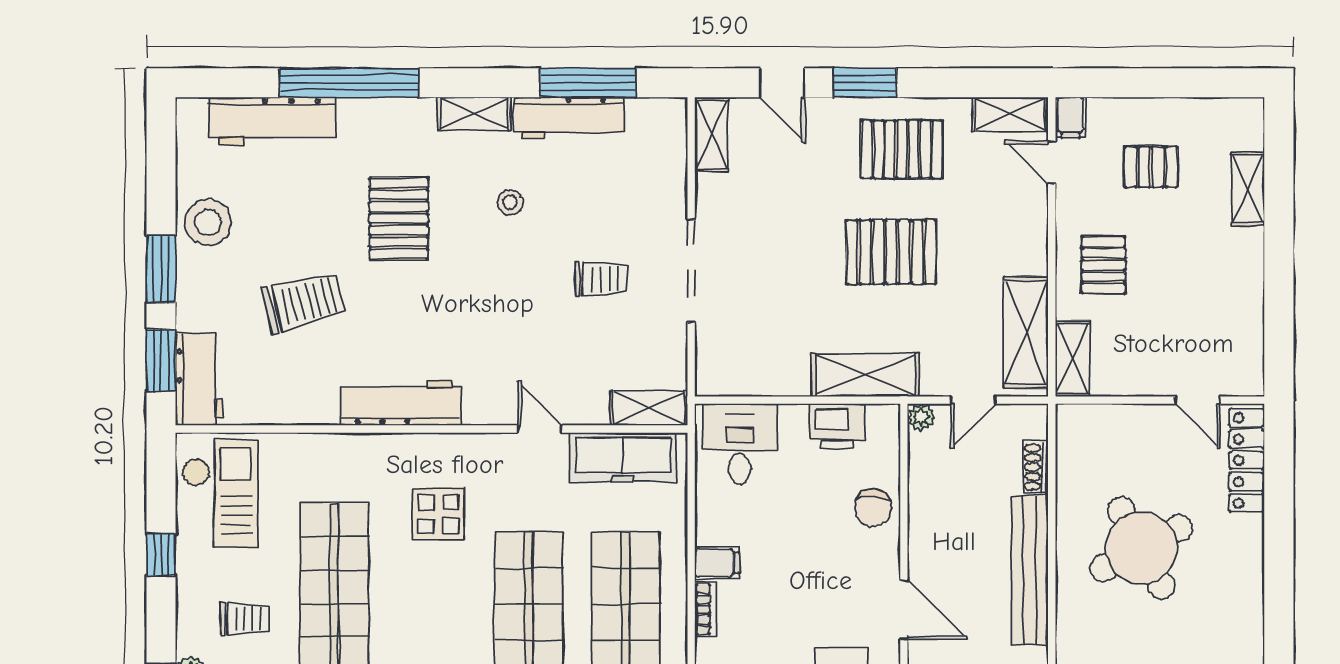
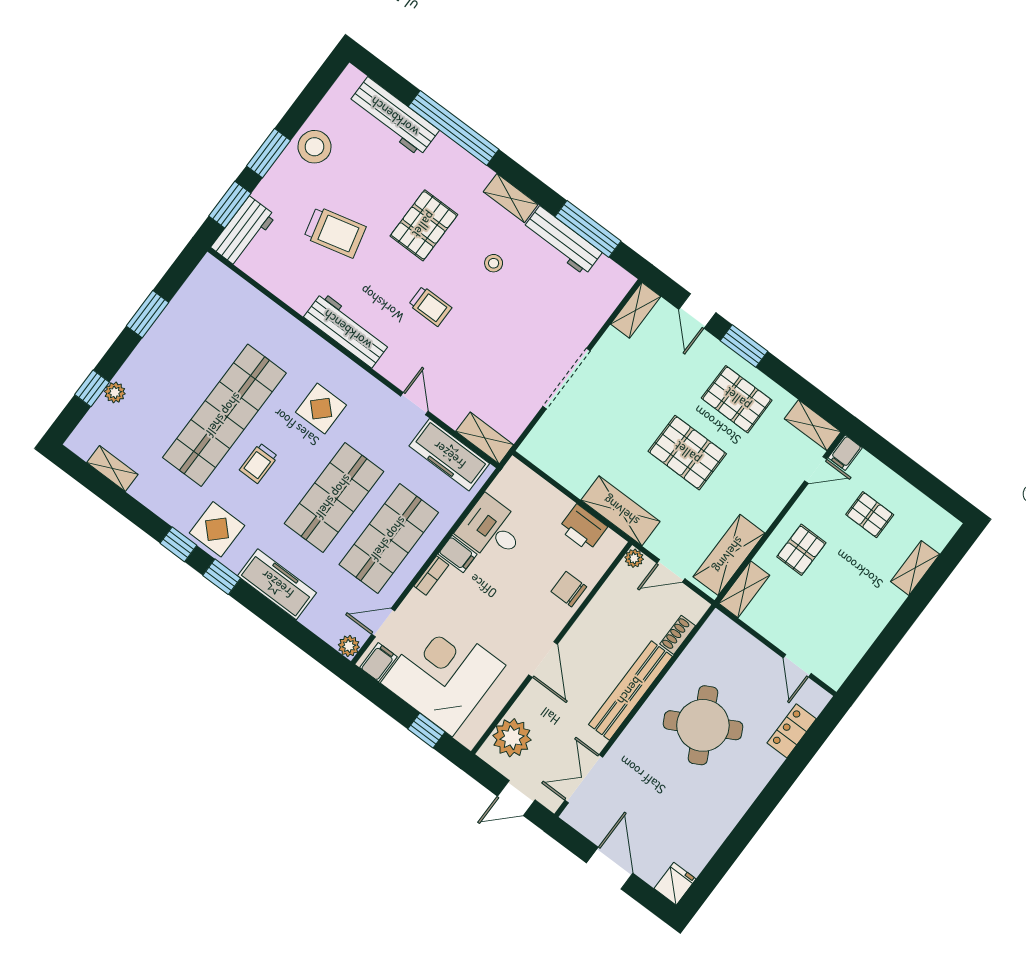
door: (1052, 162) -> (816, 470), swing flipped
trolley: (602, 279) -> (430, 306), moved
desk: (740, 444) -> (492, 530), moved, turned -90
locker: (1247, 460) -> (792, 731), width x0.66
checkout: (220, 494) -> (207, 305), removed
chair: (873, 508) -> (569, 589), turned 88
window: (161, 555) -> (148, 314), width x1.50
trolley: (245, 619) -> (259, 463), moved, turned 90

